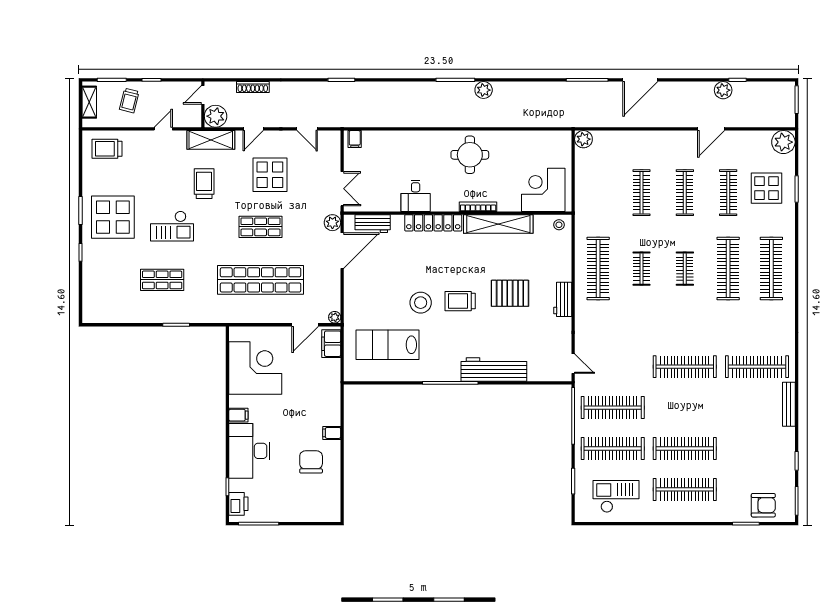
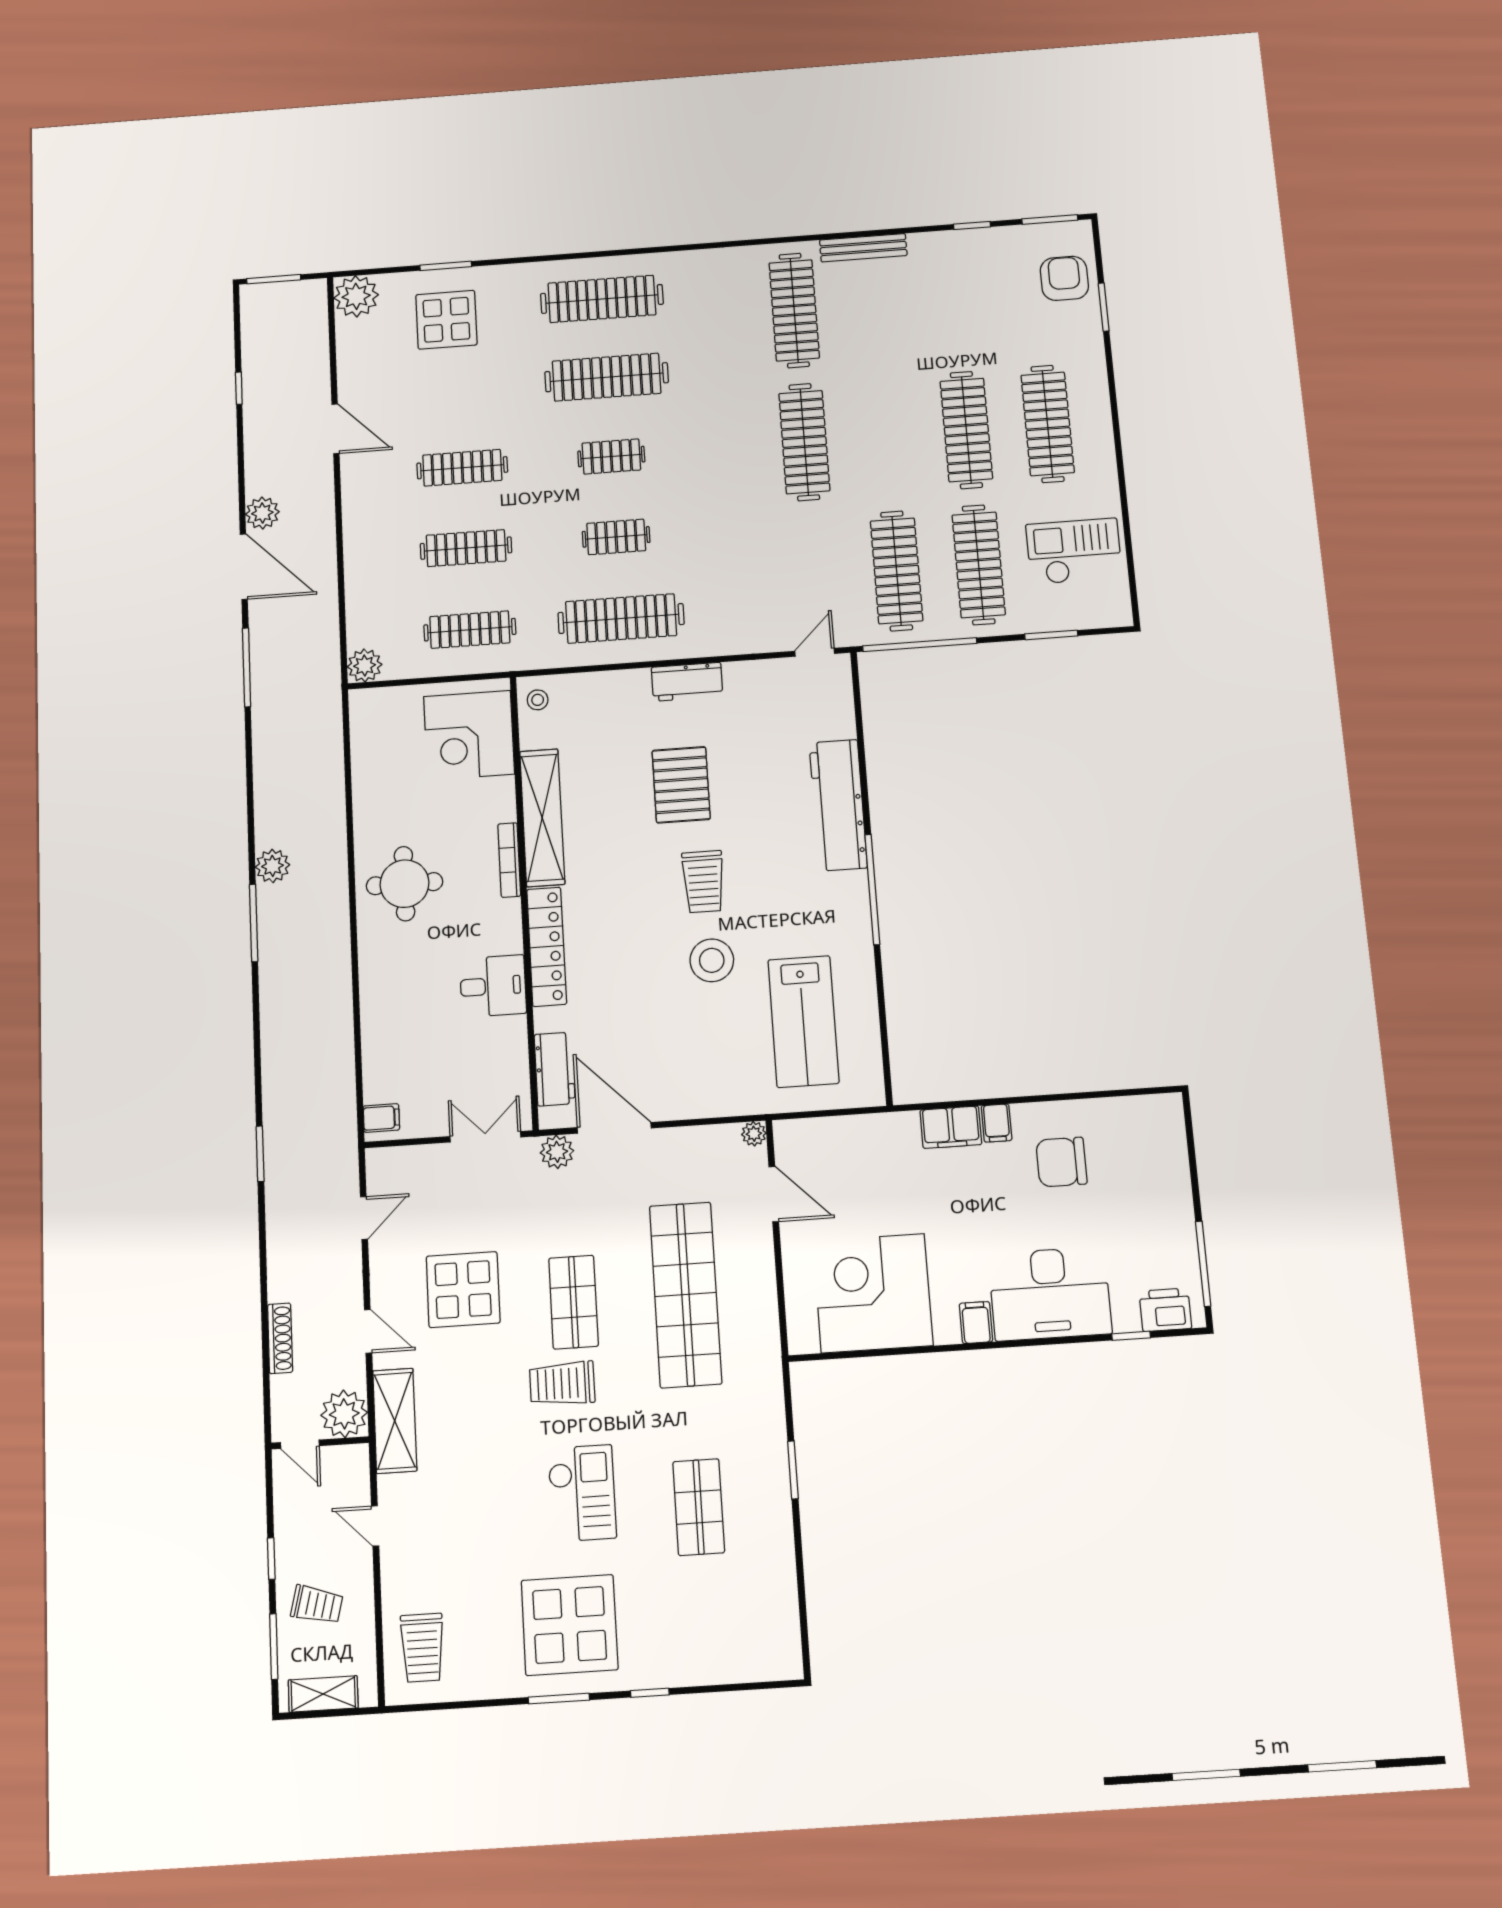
plant: (723, 90) -> (262, 513), moved
trolley: (204, 184) -> (562, 1383), moved
clothes rail: (728, 193) -> (470, 630), moved
filing cabinet: (331, 344) -> (951, 1127), moved
checkout: (616, 496) -> (1074, 551), turned 90

